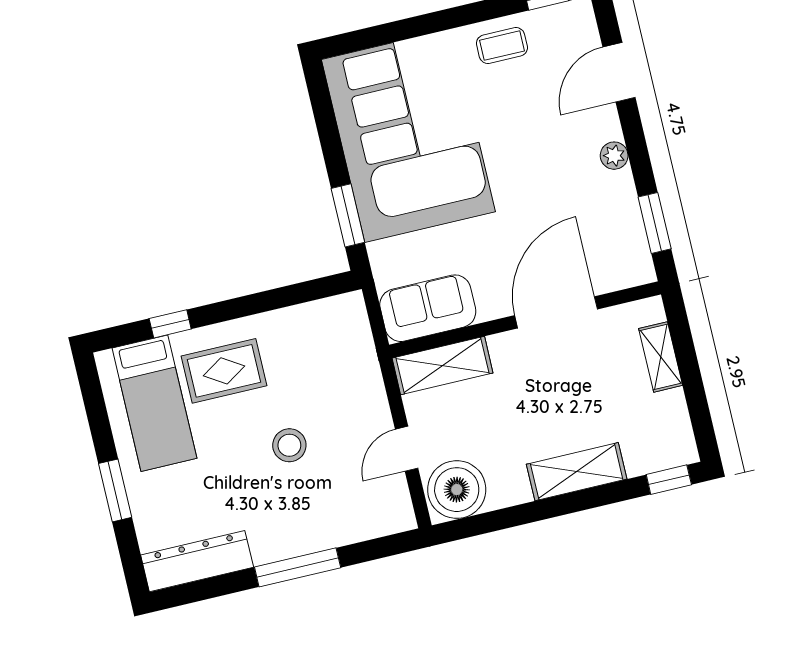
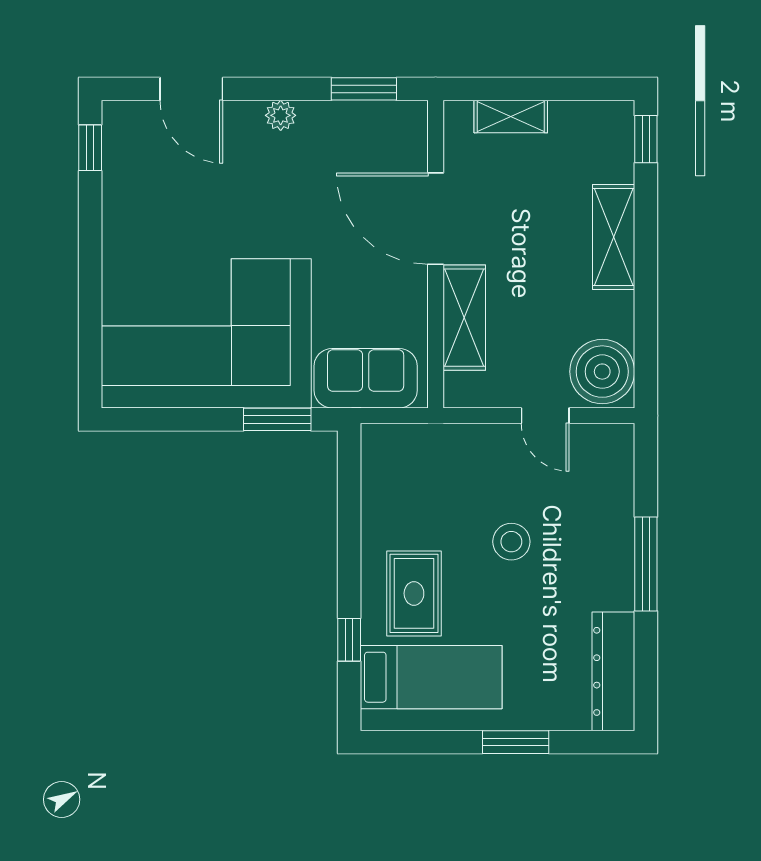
coffee table: (502, 46) -> (132, 209), removed
sofa: (428, 308) -> (366, 378), moved, turned 90
shelving: (443, 366) -> (464, 318), moved

